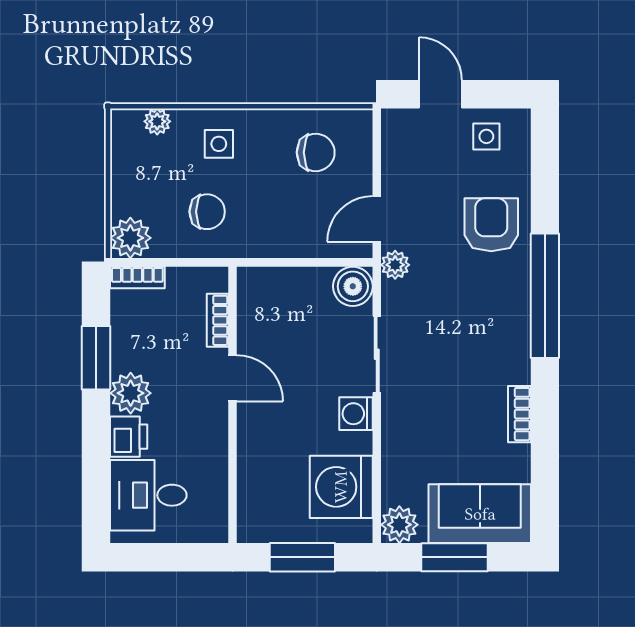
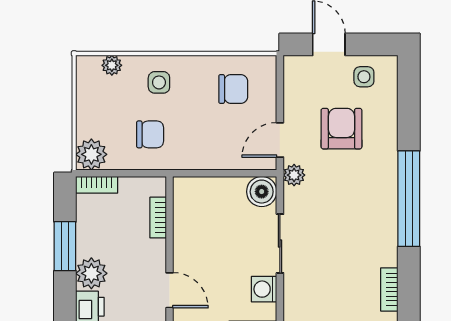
armchair: (491, 225) -> (341, 129), moved
door: (233, 378) -> (170, 290), moved

